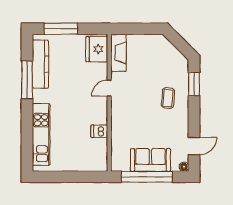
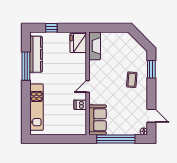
window: (61, 29) -> (51, 28), width x0.46
door: (109, 88) -> (88, 86), moved
door: (194, 146) -> (151, 116), hinge flipped
sofa: (150, 160) -> (97, 120), moved, turned 90

